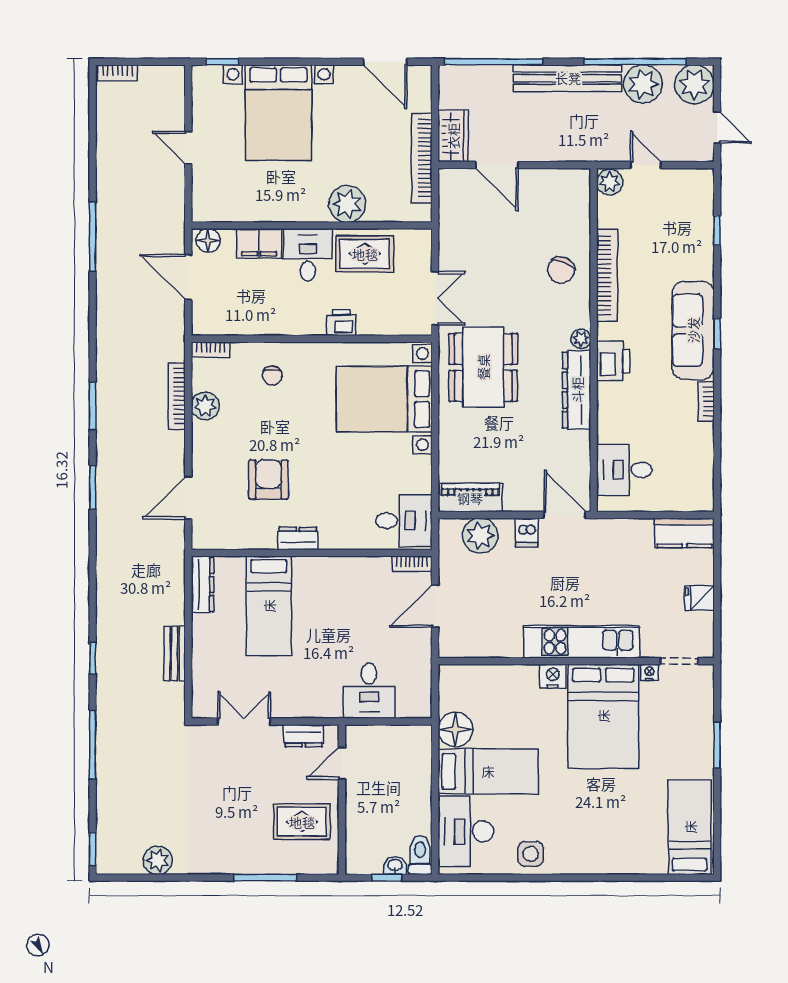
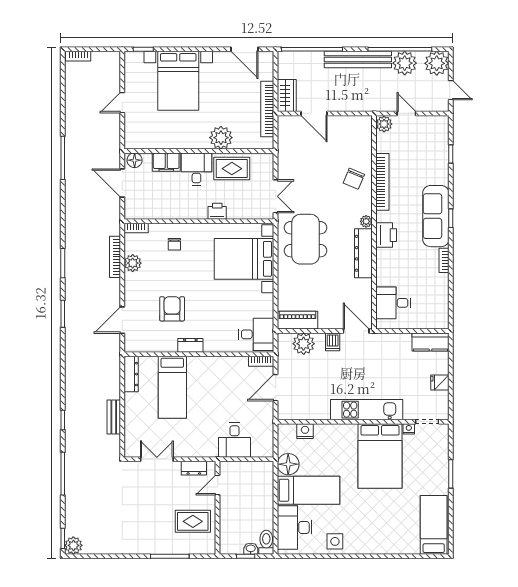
door: (188, 148) -> (122, 103), hinge flipped
nightstand: (553, 676) -> (305, 431), moved
plant: (158, 860) -> (73, 545), moved

